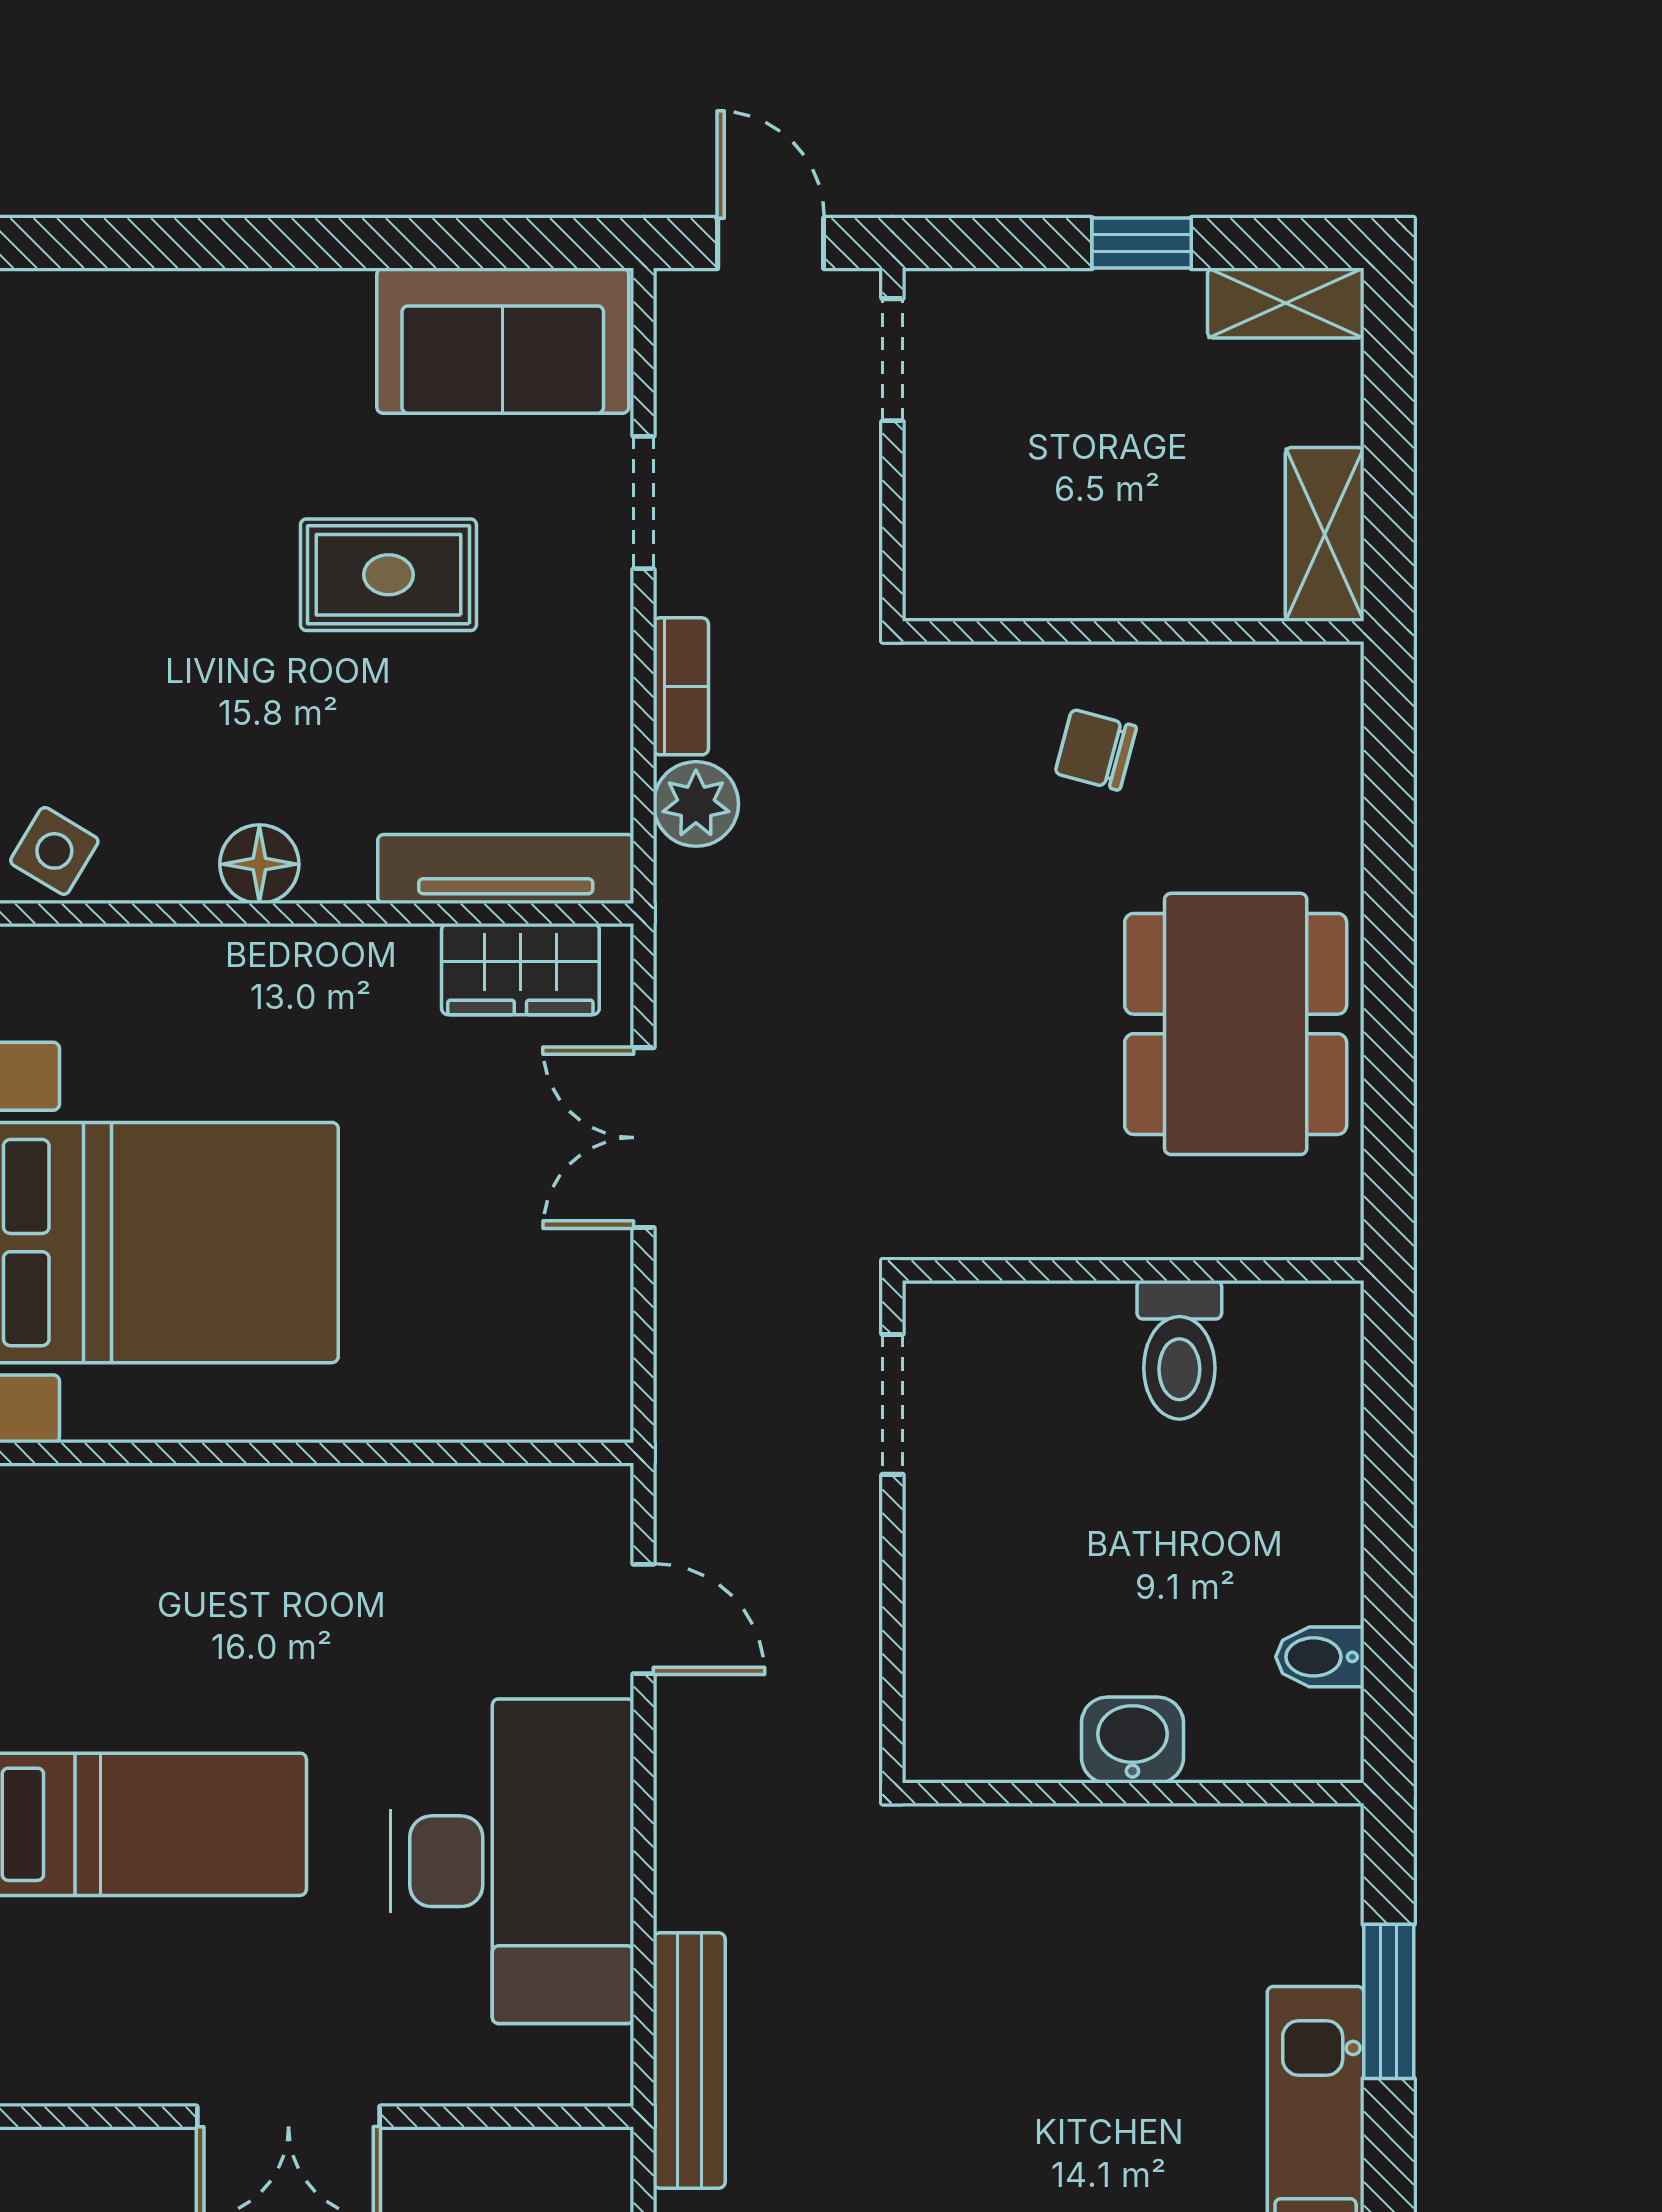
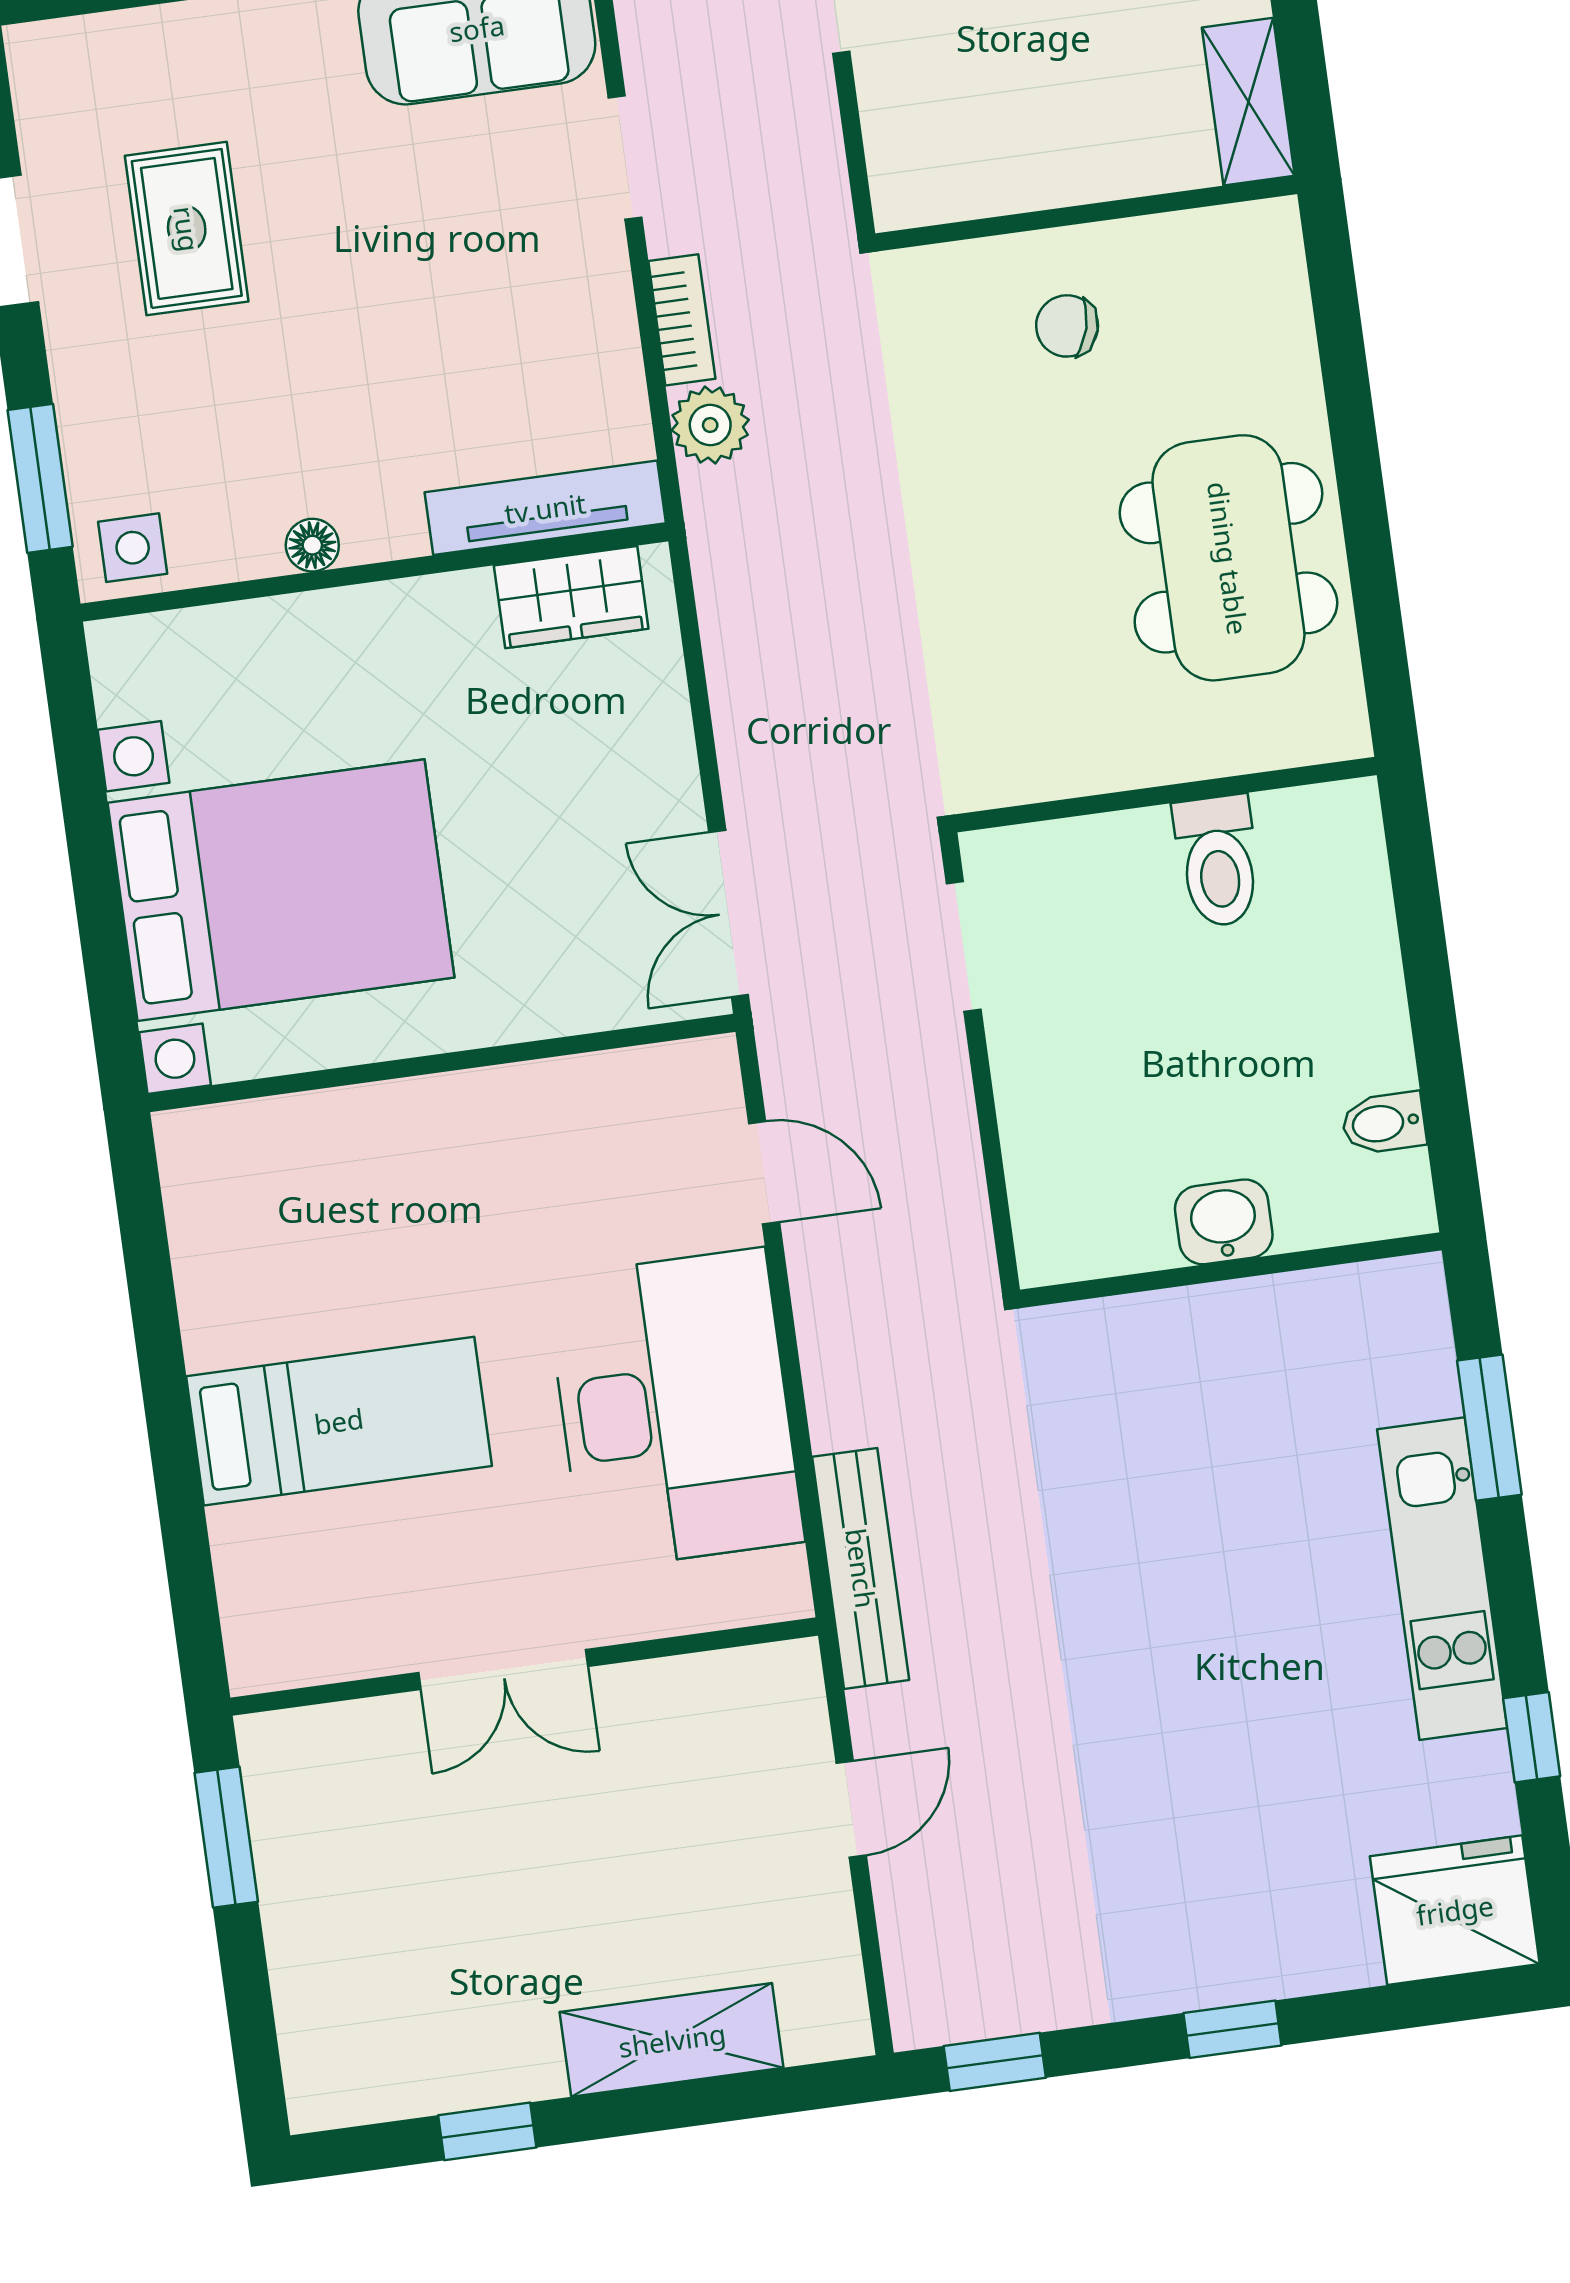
rug: (388, 575) -> (187, 229), moved, turned 90
side table: (54, 851) -> (133, 548), turned -31
floor lamp: (259, 864) -> (312, 545), width x0.73, depth x0.73
double door: (643, 1138) -> (729, 914), moved

